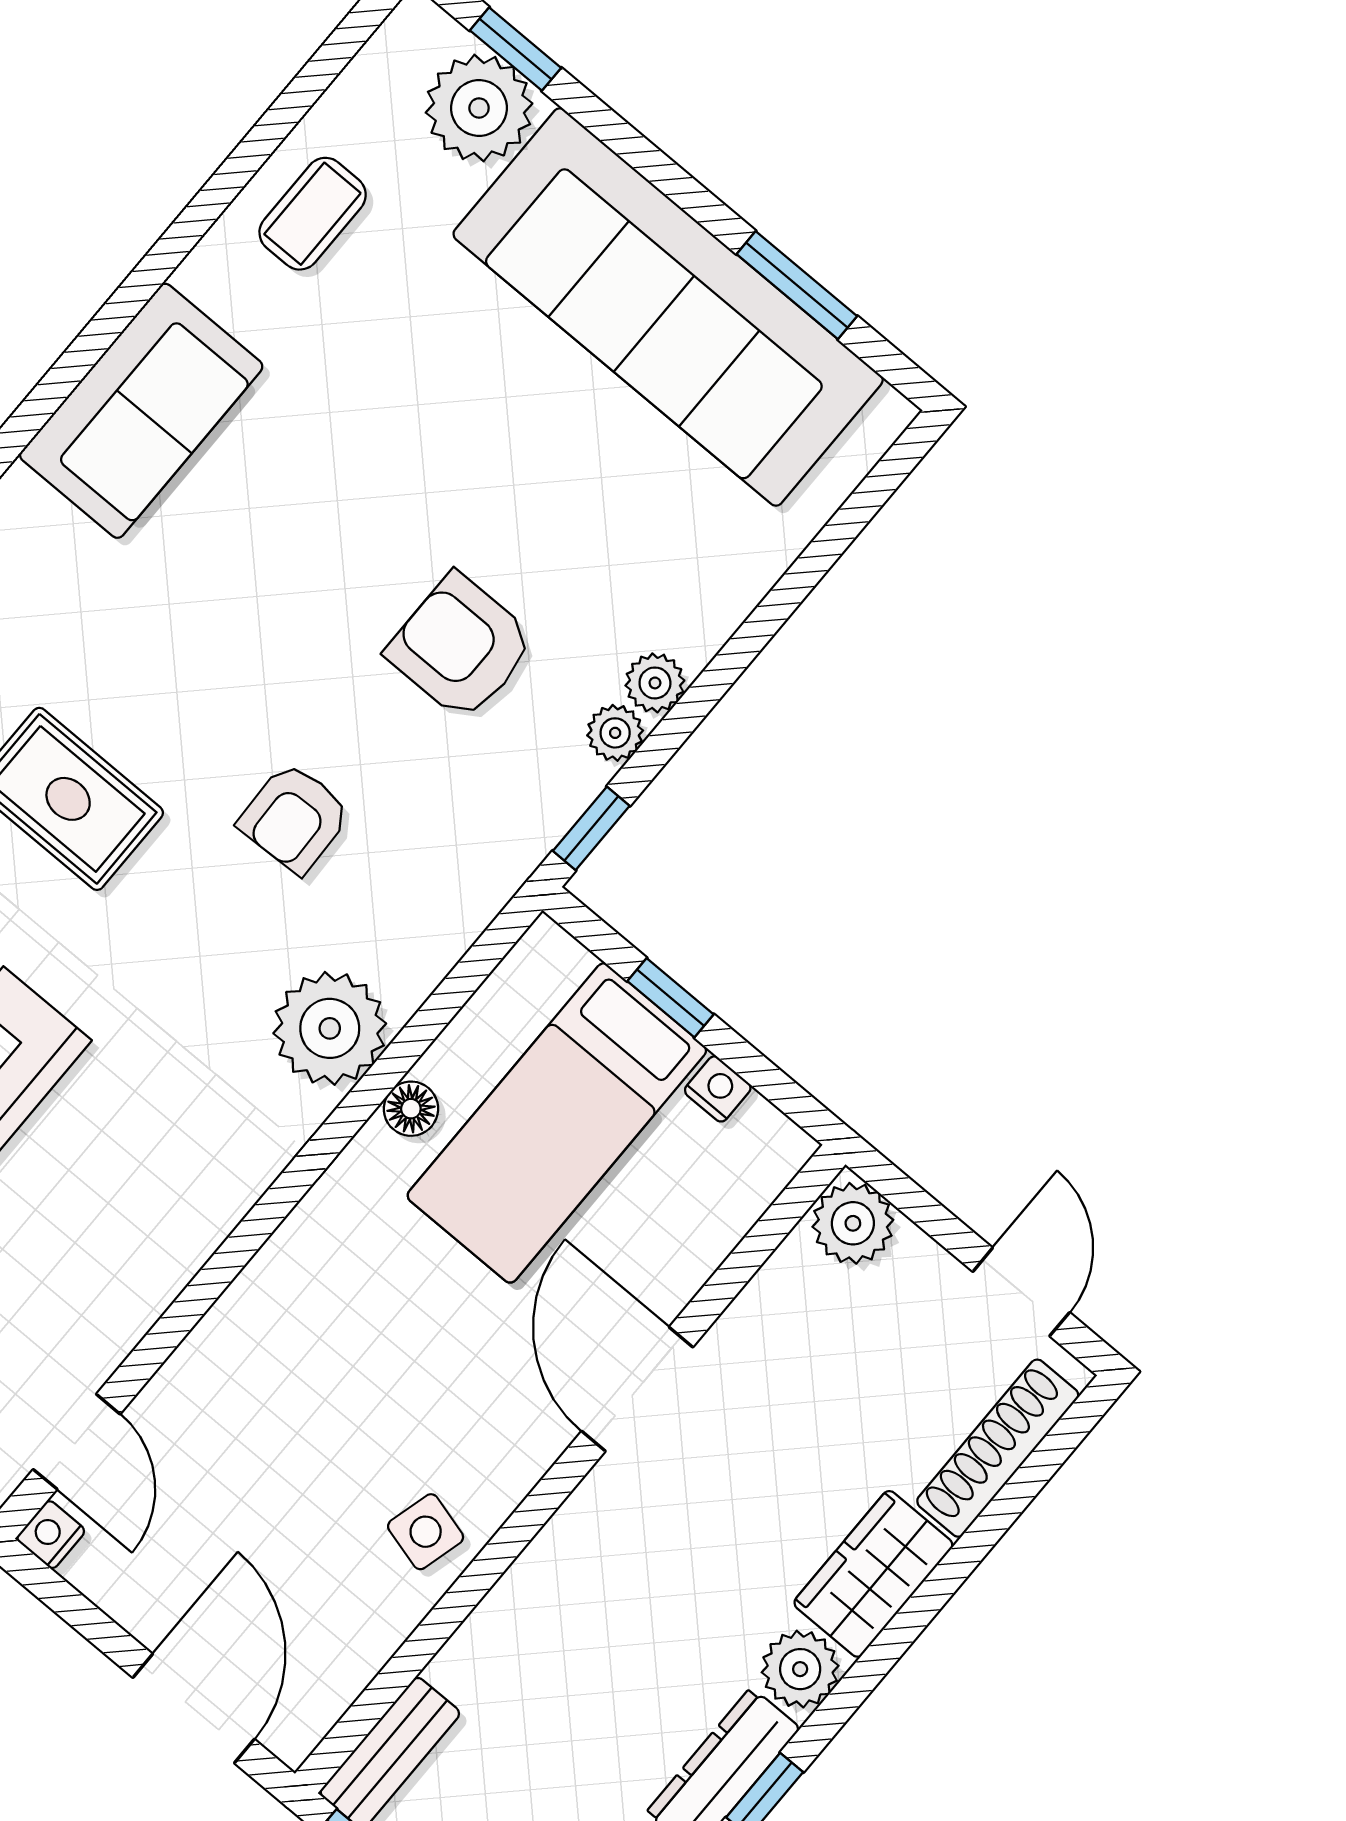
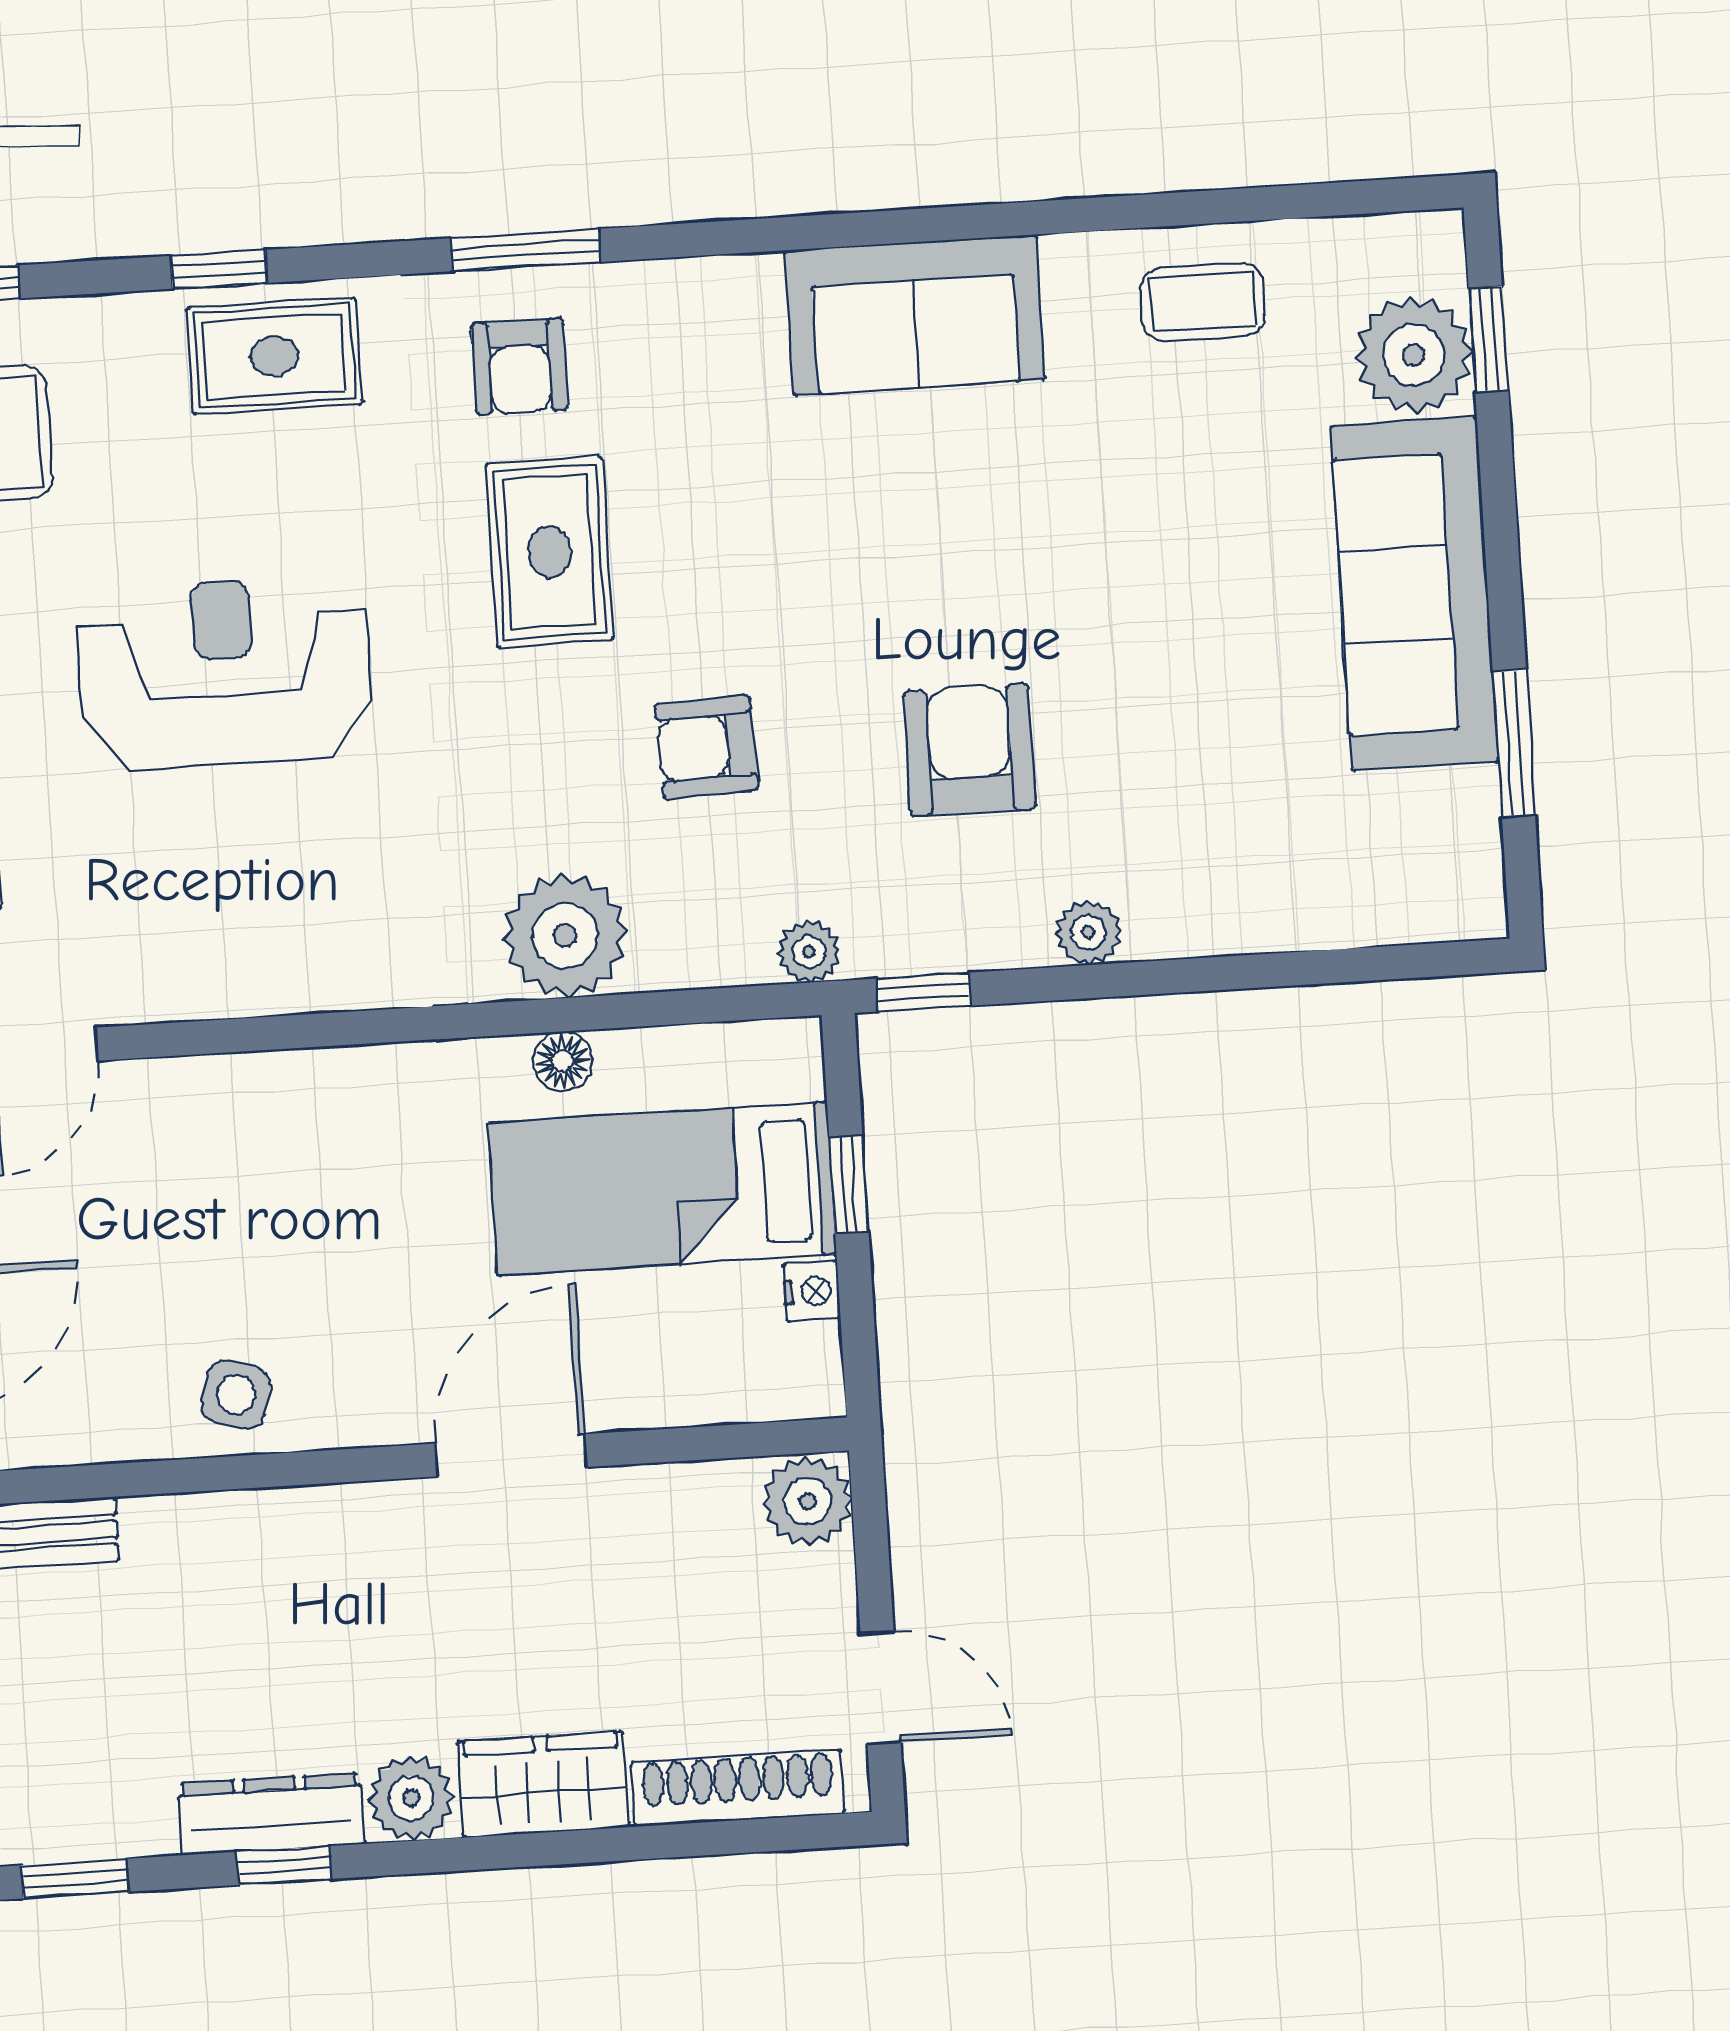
sofa: (668, 307) -> (1414, 594), width x0.74, depth x0.79
plant: (615, 733) -> (809, 952), moved
door: (1021, 1292) -> (880, 1688), hinge flipped

